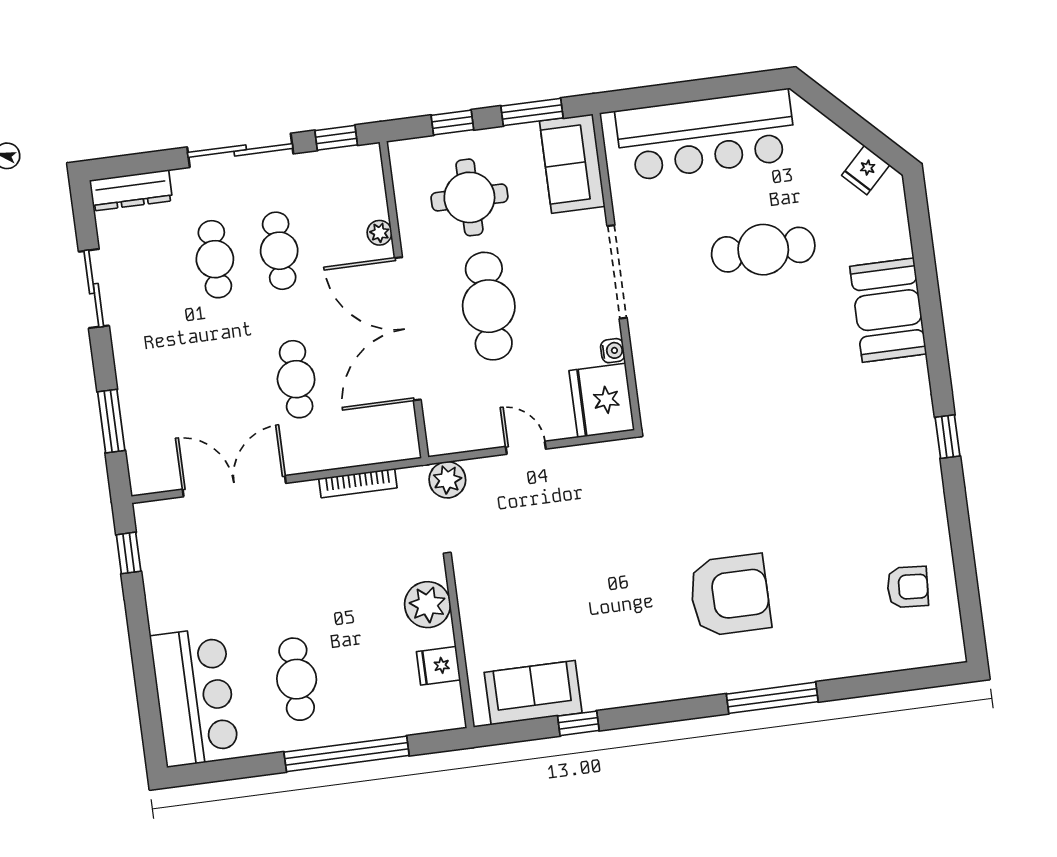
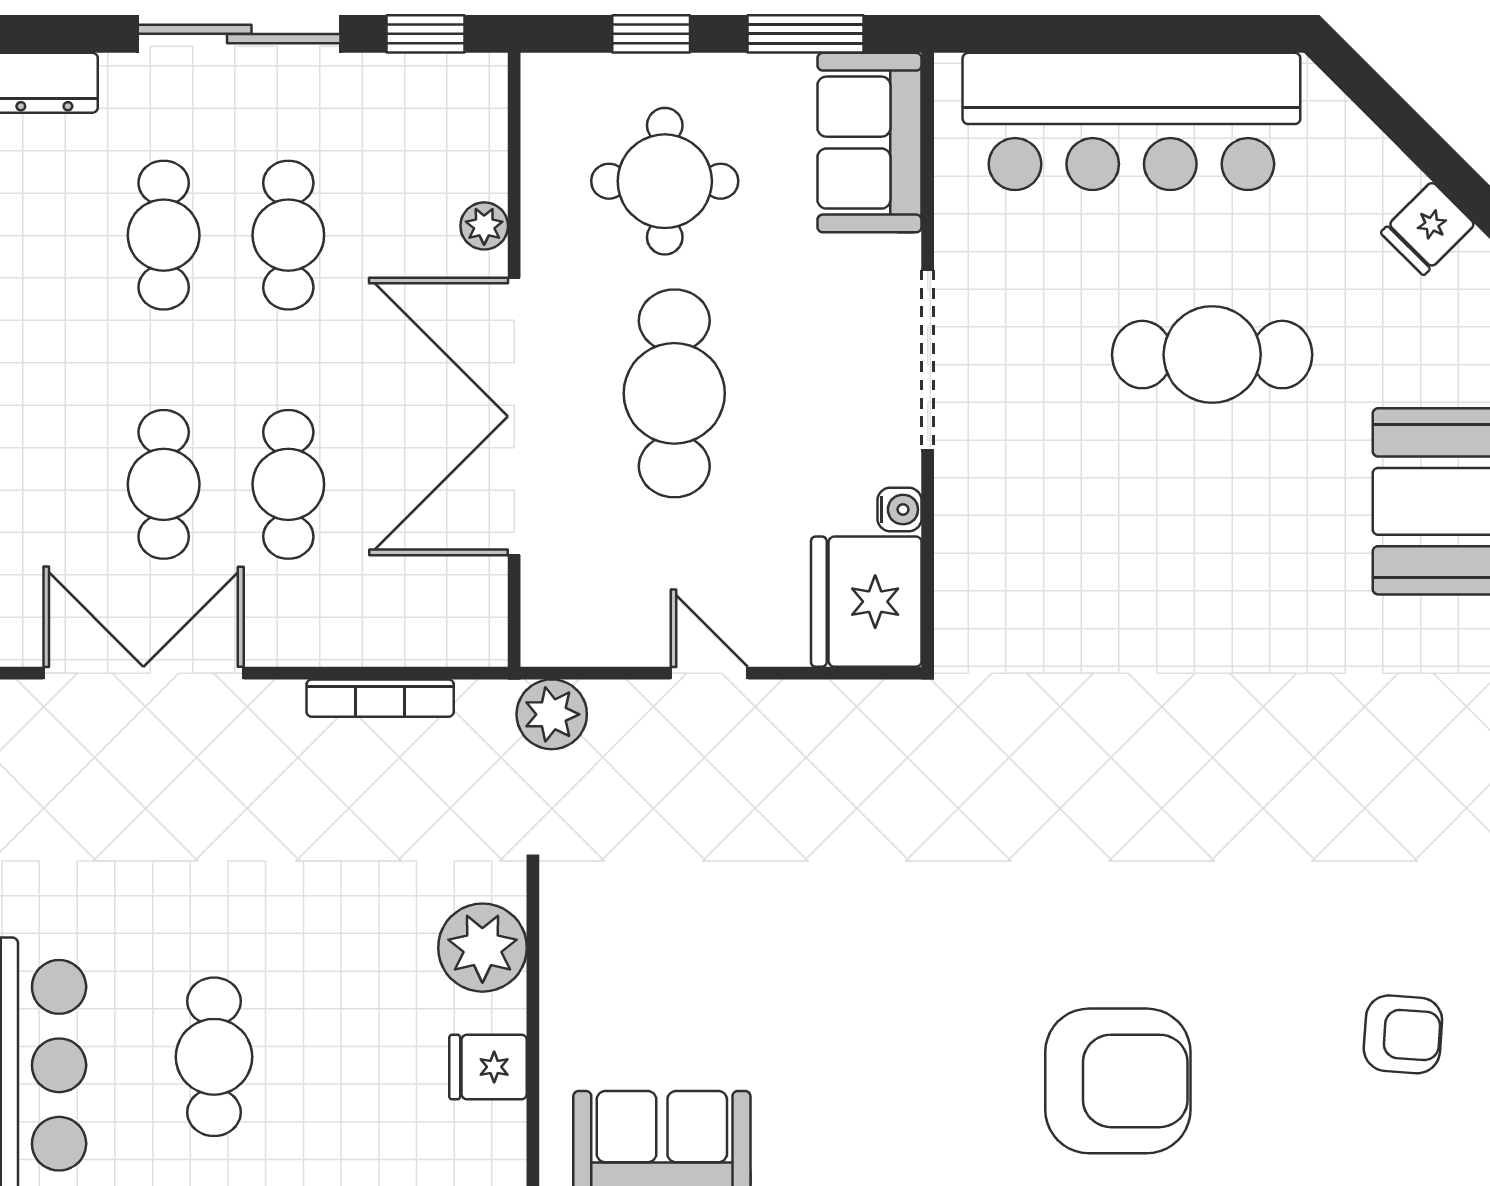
cafe table: (232, 388) -> (164, 484), added
armchair: (730, 595) -> (1118, 1081), moved

